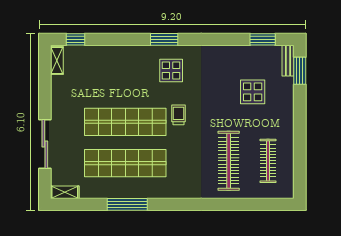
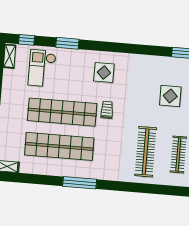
window: (164, 39) -> (67, 43), moved
checkout: (97, 72) -> (42, 68), added
window: (127, 204) -> (80, 183), moved

